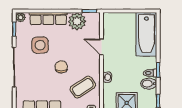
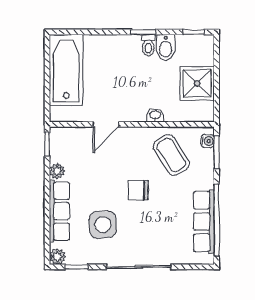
plant: (77, 21) -> (57, 171), width x0.53, depth x0.53
bathtub: (146, 34) -> (66, 70), moved, turned -90

